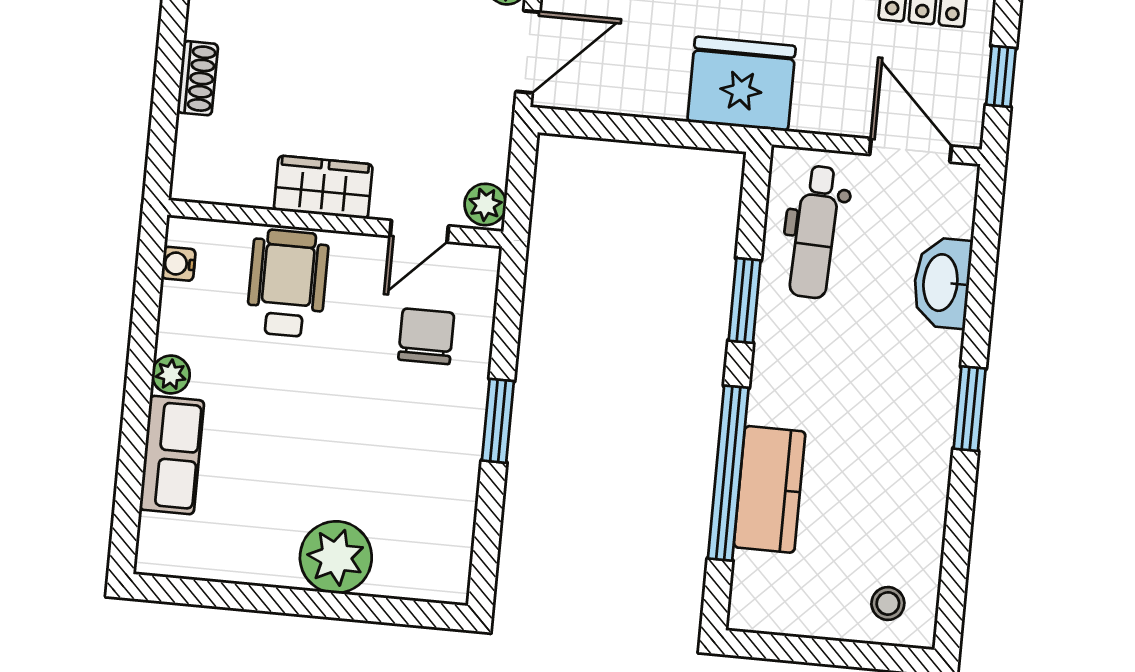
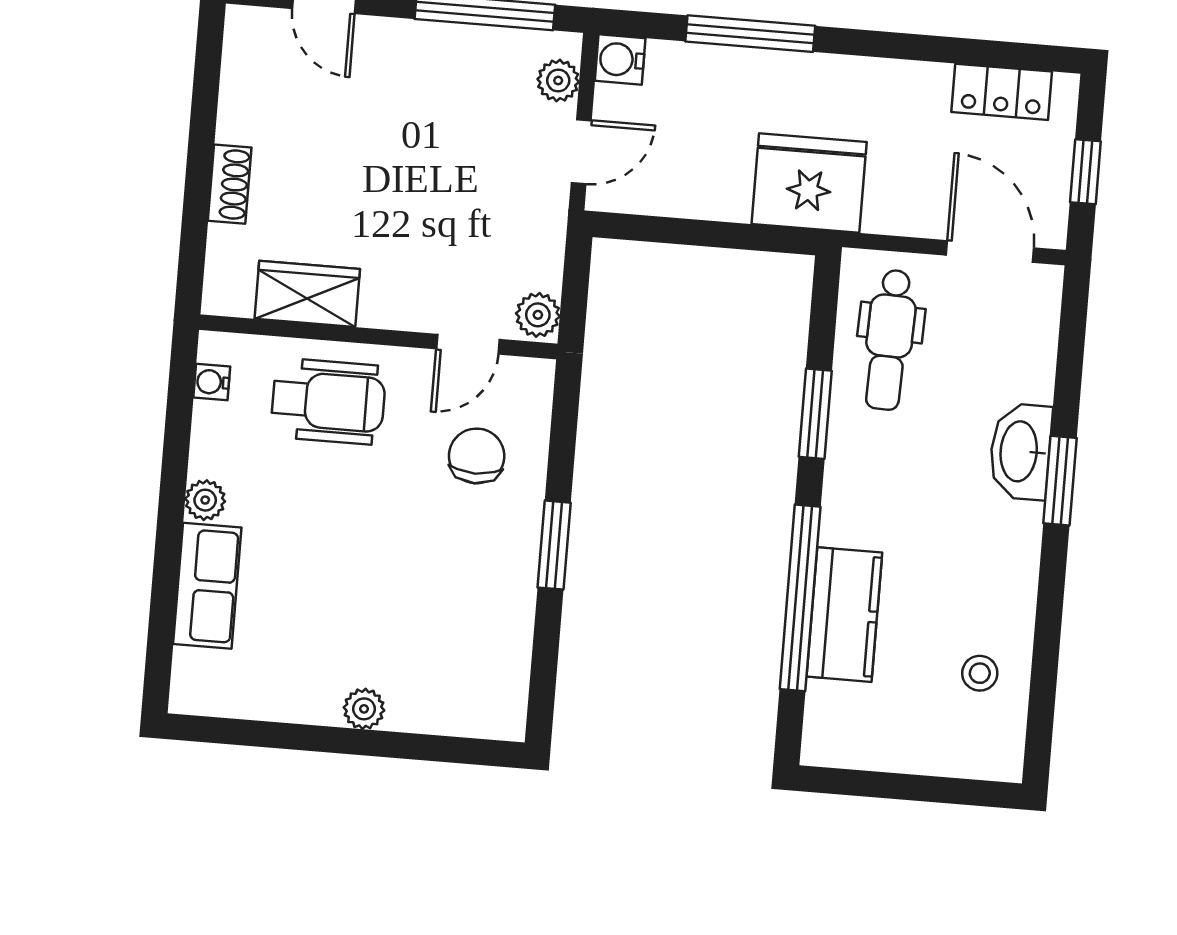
door: (528, 52) -> (581, 152), width x0.73
wardrobe: (323, 187) -> (307, 294), moved
wheelchair: (287, 283) -> (328, 401), turned 90
washbasin: (942, 283) -> (1020, 451), moved
window: (970, 409) -> (1060, 481), moved
plant: (336, 557) -> (364, 709), width x0.53, depth x0.53
stool: (888, 603) -> (980, 673), moved

